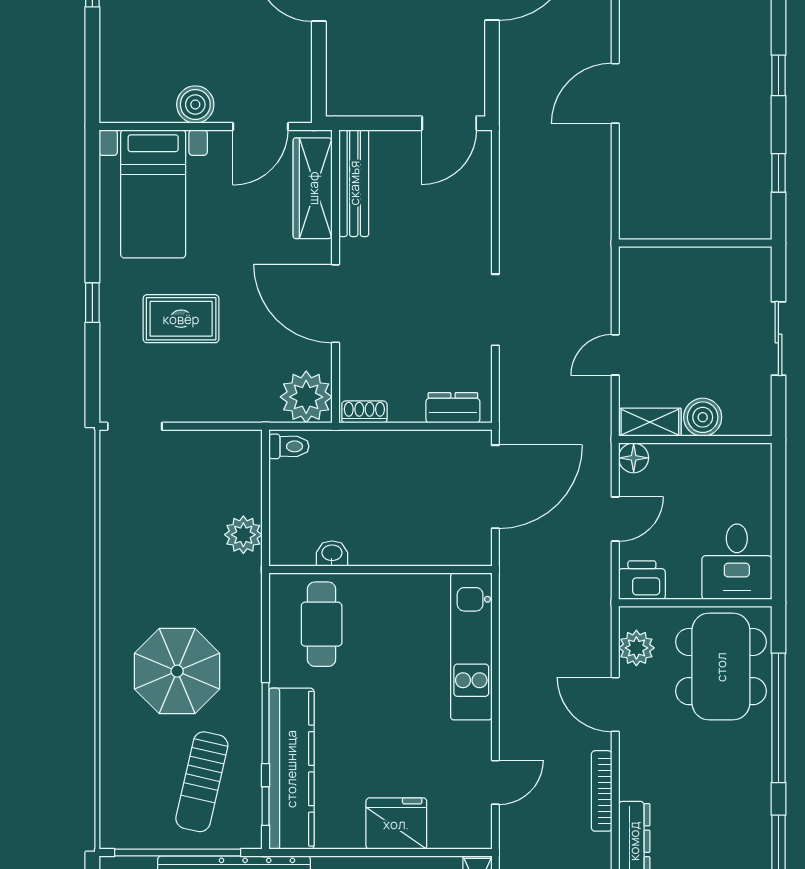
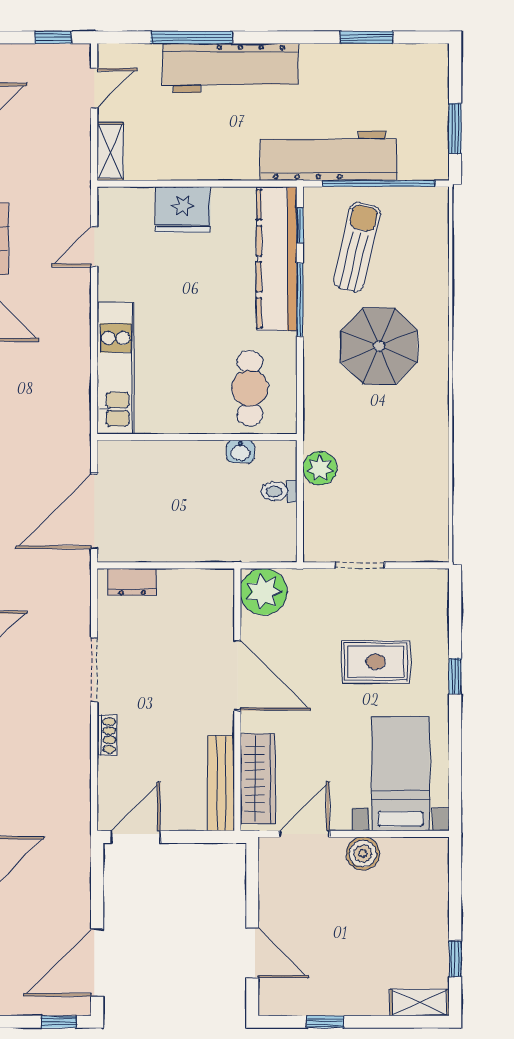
shoe rack: (364, 412) -> (107, 735), moved, turned -90
doorway: (135, 426) -> (360, 565), moved
toilet: (289, 446) -> (279, 491), moved

